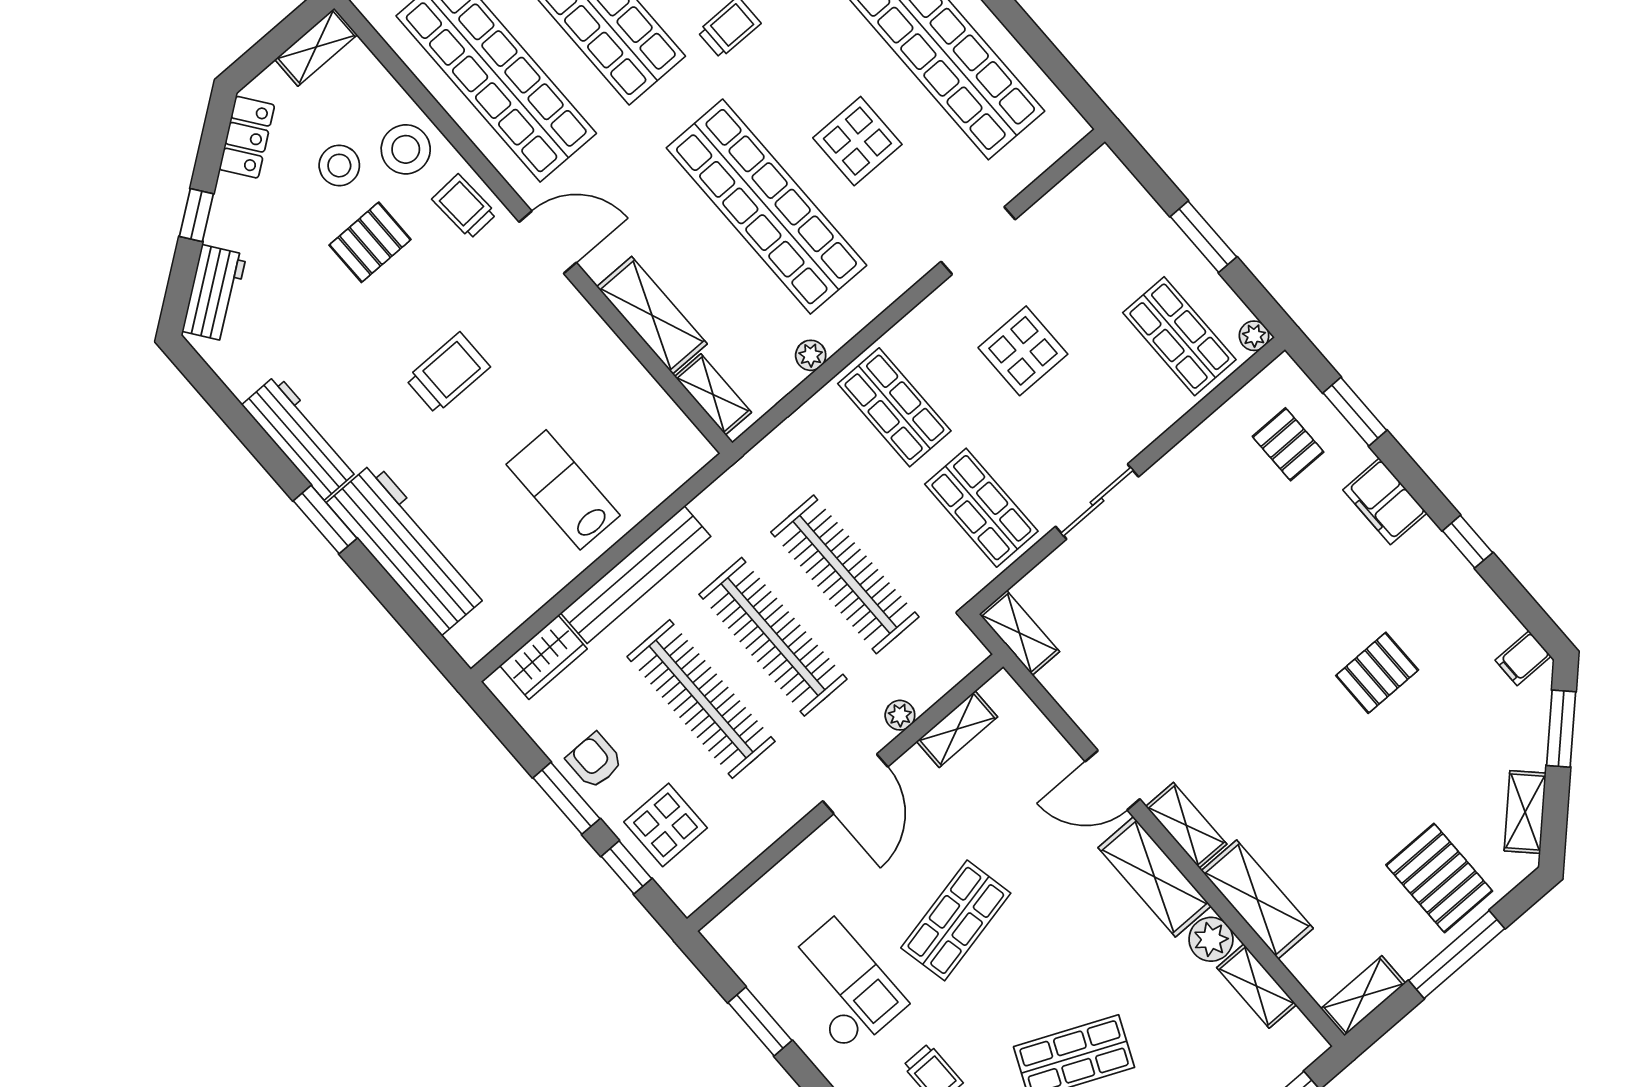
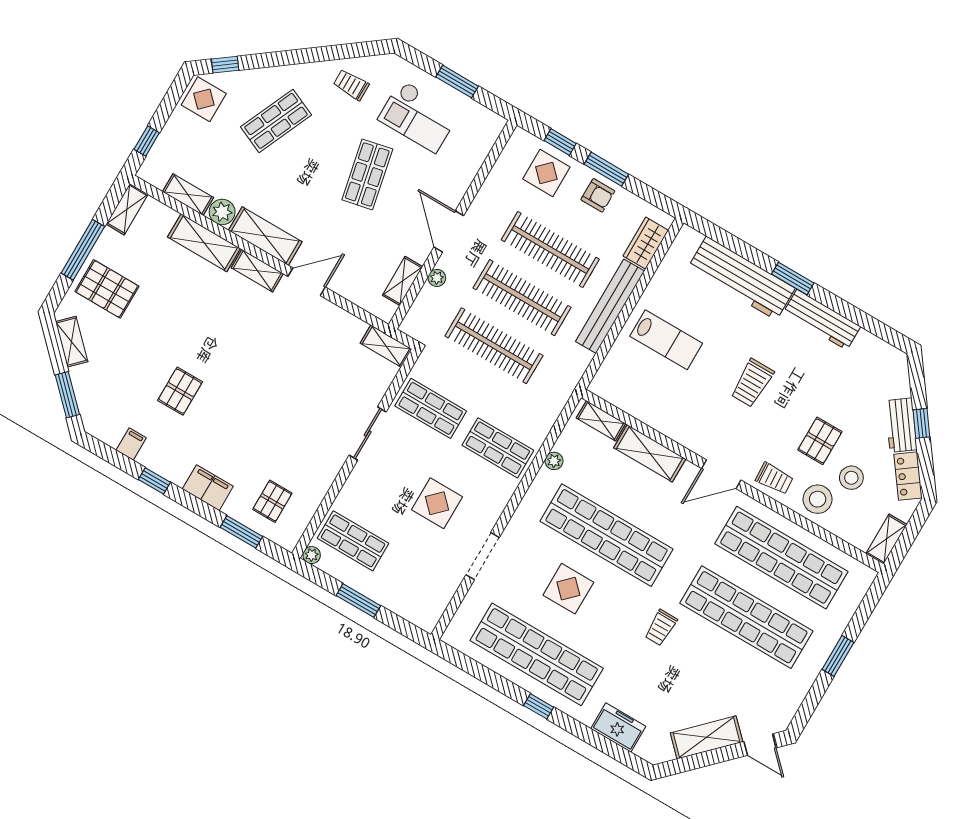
workbench: (214, 293) -> (901, 425), moved
pallet: (1288, 444) -> (272, 501), turned 90
filing cabinet: (1523, 658) -> (131, 444), moved

